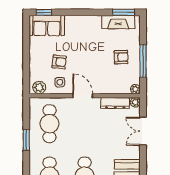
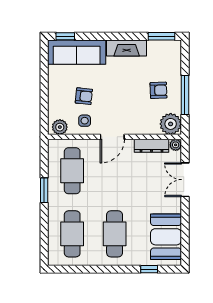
fireplace: (118, 22) -> (127, 48), moved
sofa: (47, 25) -> (77, 52), width x1.36
plant: (135, 89) -> (171, 124), width x1.87, depth x1.87
door: (83, 96) -> (112, 137), swing flipped

